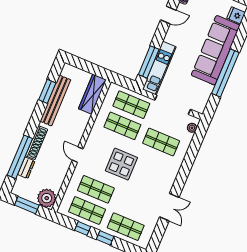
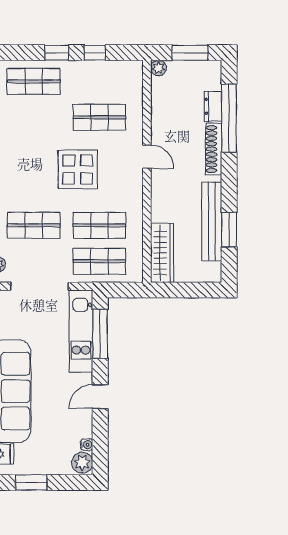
door: (168, 15) -> (100, 397), moved
plant: (47, 198) -> (158, 68), width x0.53, depth x0.53
shop shelf: (87, 210) -> (99, 81), removed

